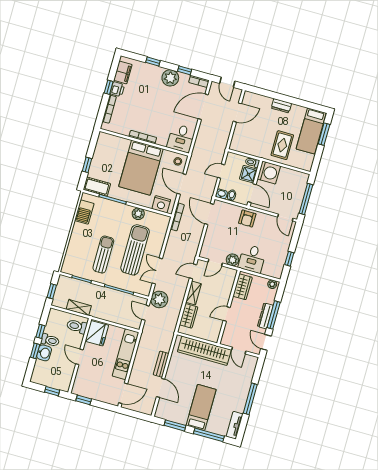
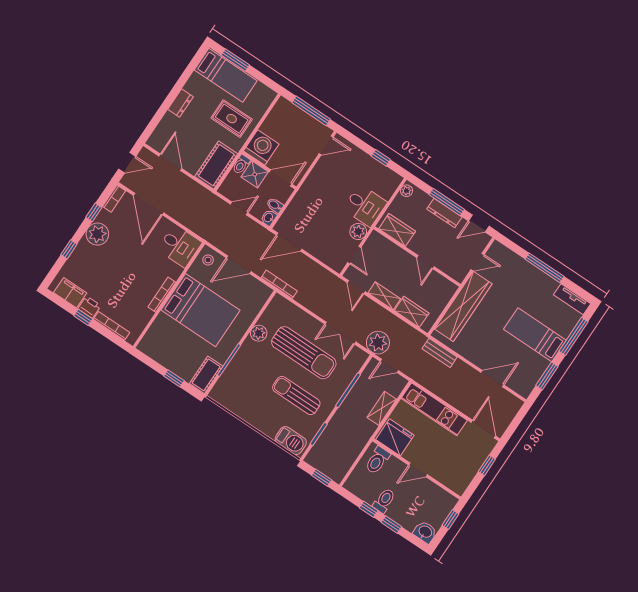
cot: (246, 145) -> (216, 165), added
door: (221, 171) -> (239, 208), swing flipped
nightstand: (161, 204) -> (256, 300), removed
barbecue: (84, 212) -> (291, 441), moved
armchair: (247, 218) -> (311, 195), removed
sun lounger: (135, 250) -> (304, 353), turned 180
shelving: (79, 307) -> (382, 408), moved
washbasin: (44, 353) -> (425, 532), moved
bench: (161, 364) -> (440, 353), moved
window: (84, 400) -> (487, 465), moved

